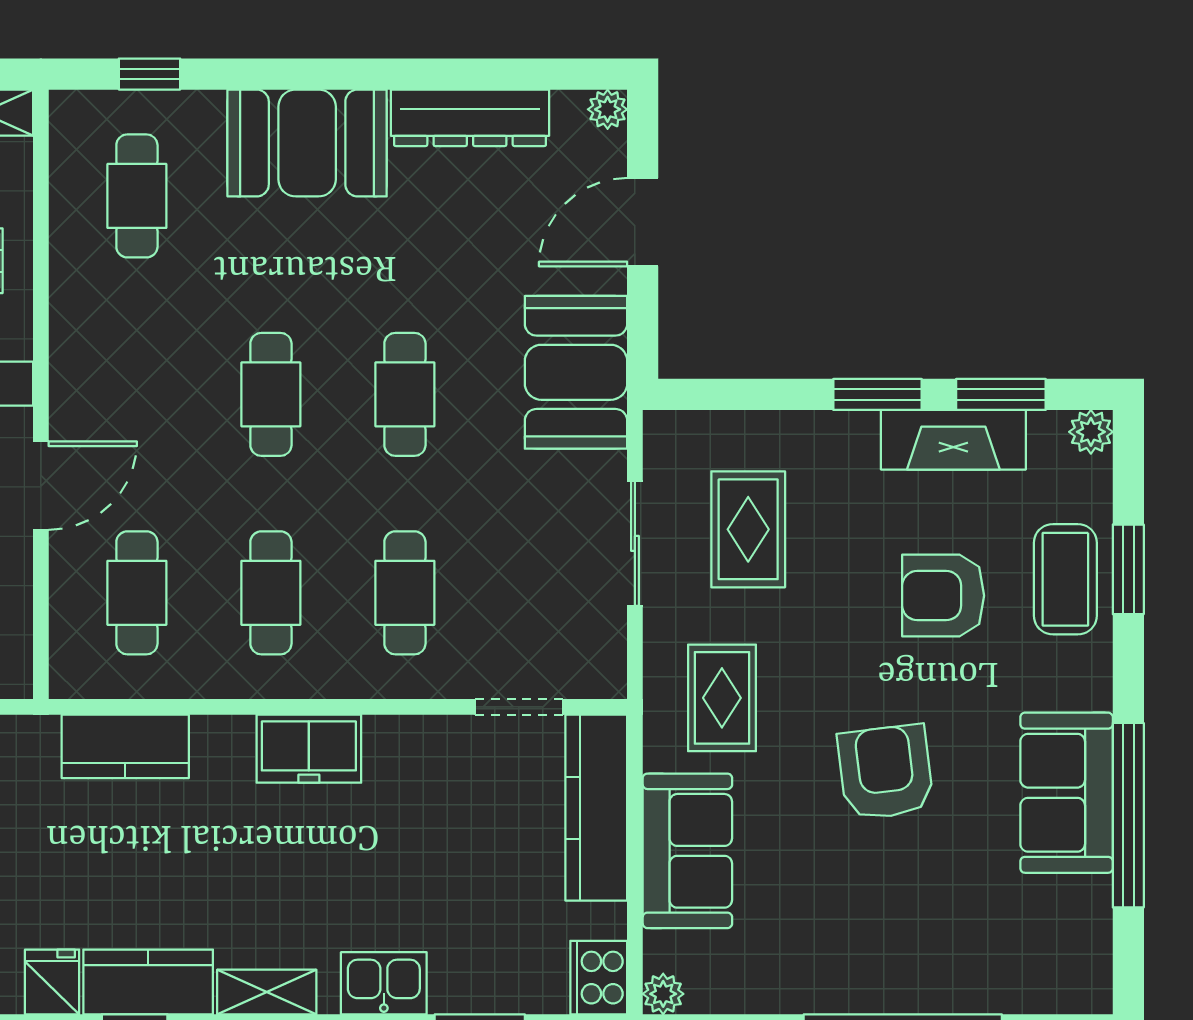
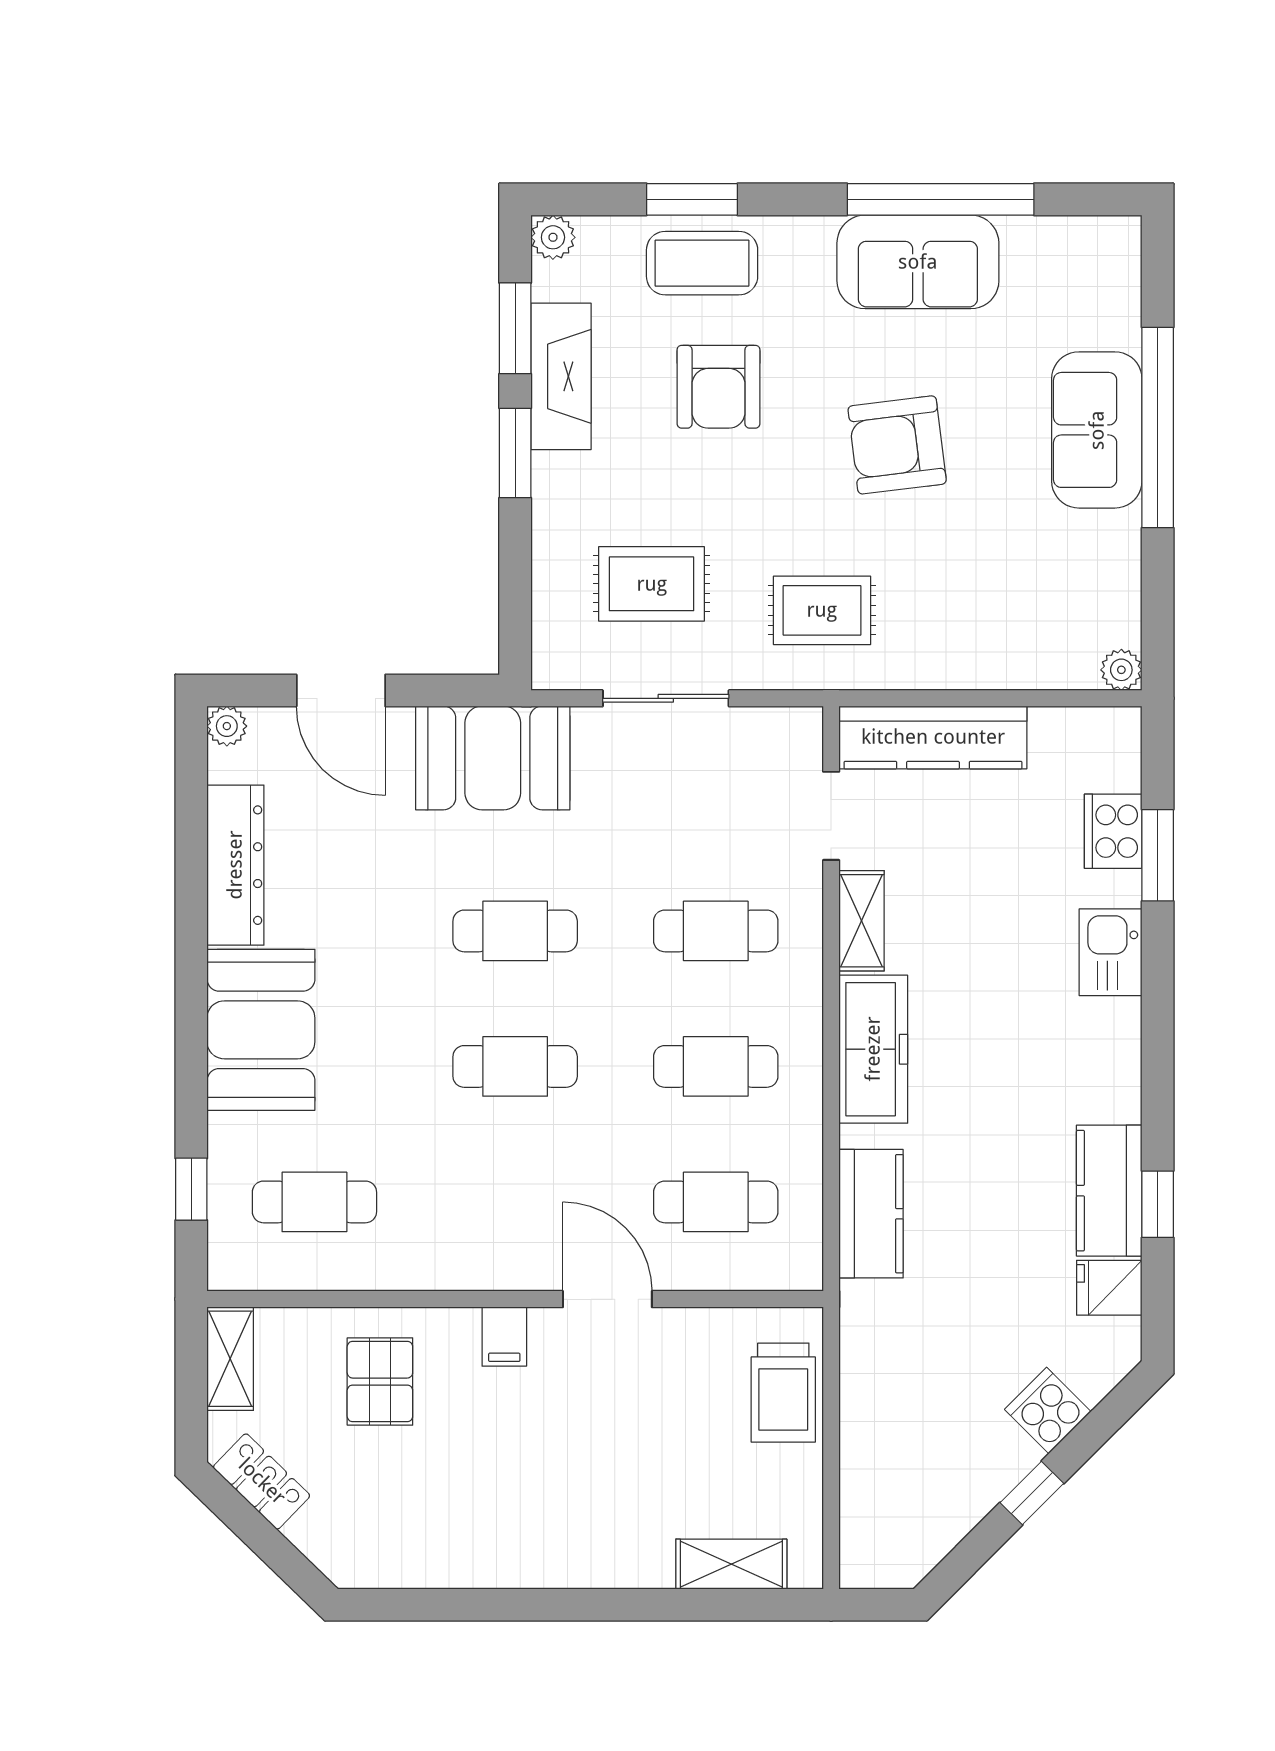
freezer: (309, 749) -> (873, 1049), width x1.40
sofa: (687, 851) -> (1097, 430), moved, turned -90
cooker: (599, 978) -> (1113, 831), moved, turned 90
shelving: (267, 992) -> (862, 921), moved

